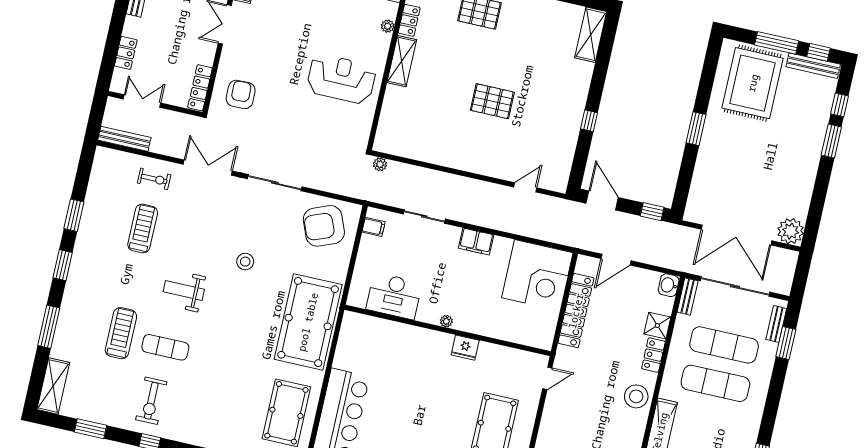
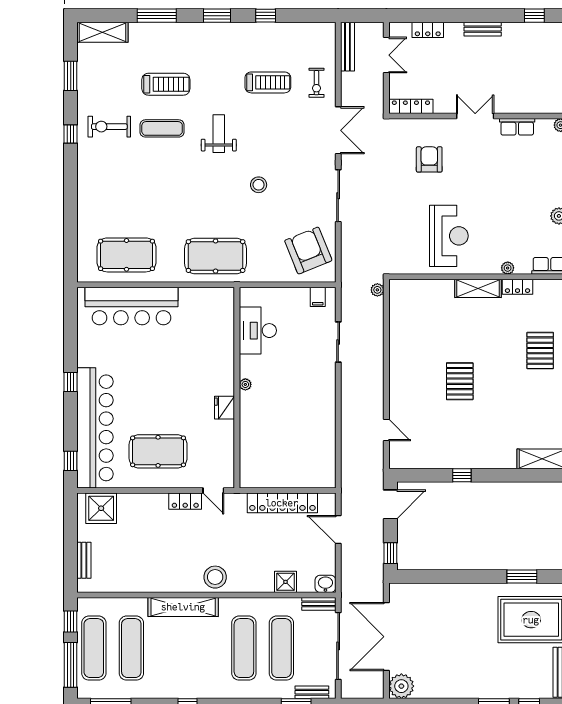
armchair: (241, 94) -> (429, 159), moved, turned -89
window: (696, 129) -> (522, 577), moved
window: (74, 215) -> (266, 16), width x0.67
filing cabinet: (476, 241) -> (326, 396), removed
corner desk: (537, 275) -> (307, 460), removed
pool table: (308, 322) -> (216, 256), width x0.73, depth x0.76
exercise mat: (165, 347) -> (162, 128), turned 90
locker: (653, 355) -> (185, 501), moved, turned 180

